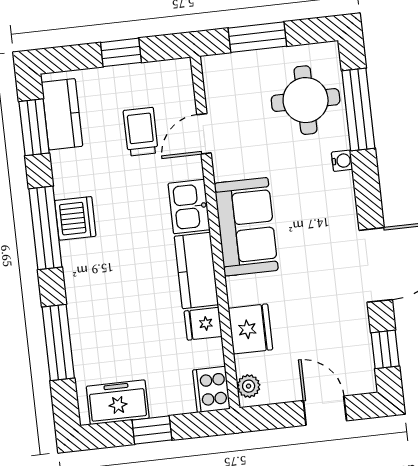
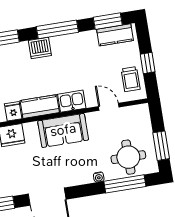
window: (257, 37) -> (161, 146), moved
trolley: (141, 132) -> (131, 79), moved, turned 90
dishwasher: (75, 218) -> (40, 48), moved

